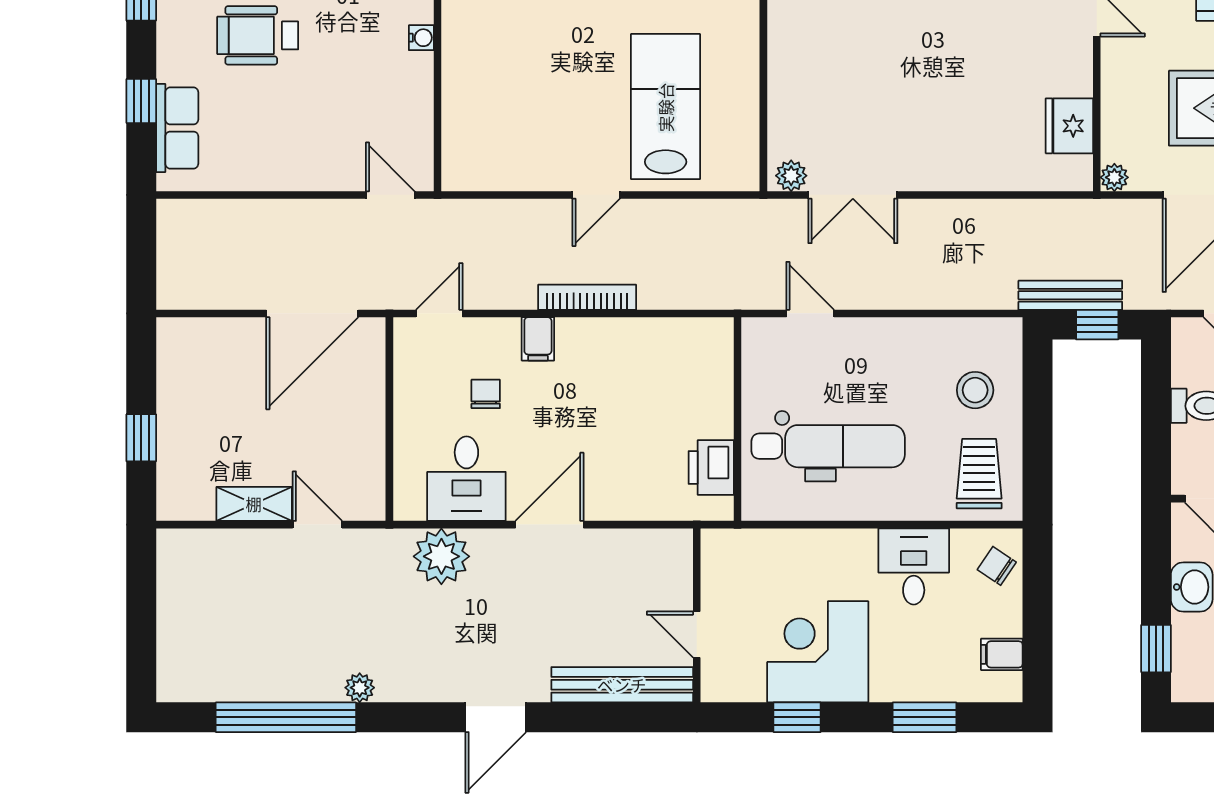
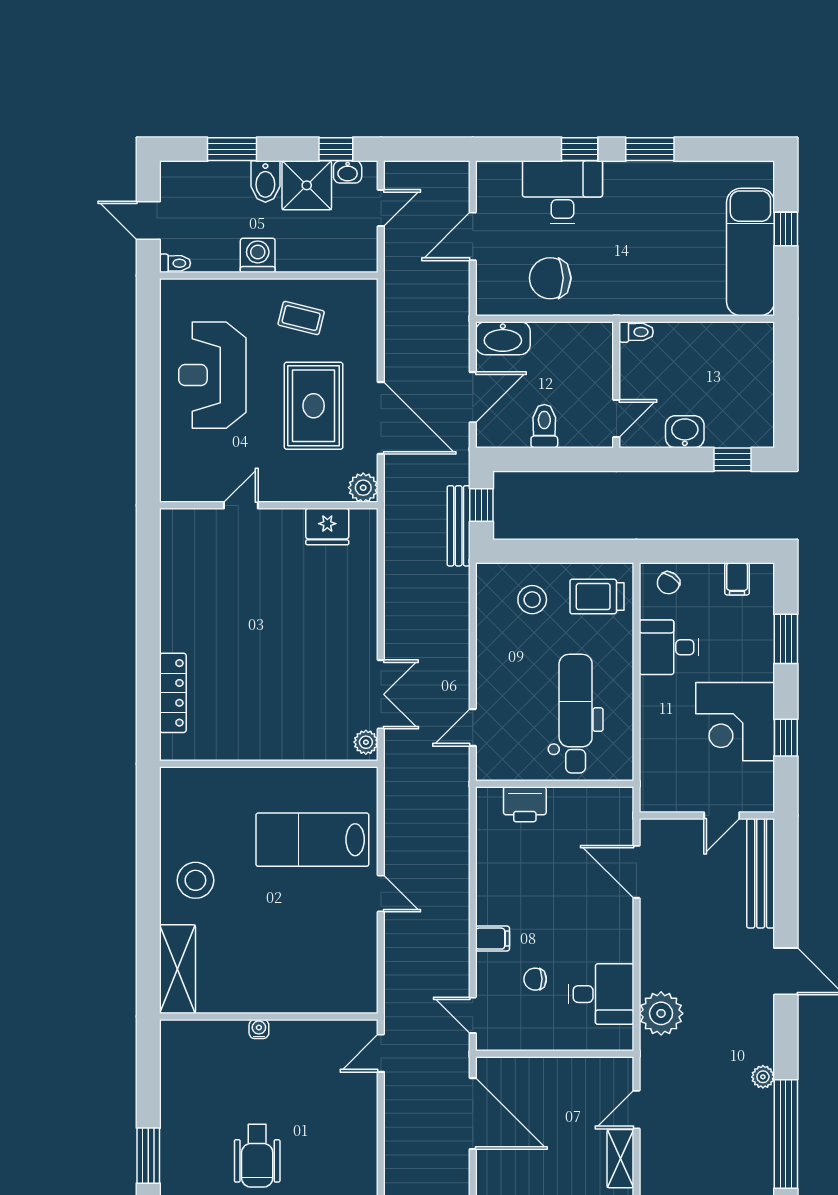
plant: (1114, 177) -> (363, 488), width x1.38, depth x1.38
bookcase: (587, 297) -> (460, 900), removed
printer: (711, 467) -> (525, 804), moved
door: (549, 525) -> (636, 872), moved

